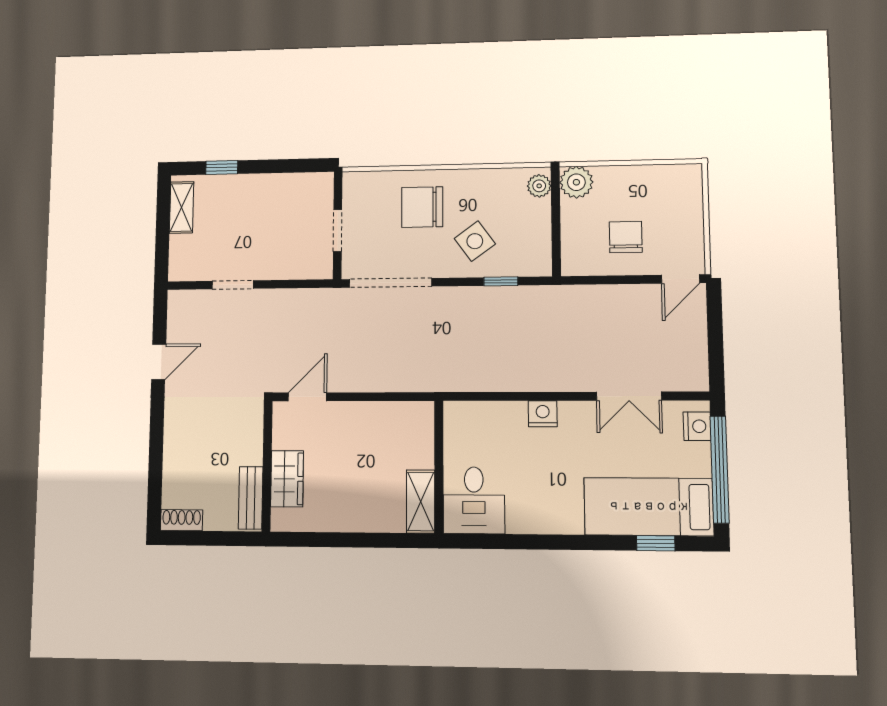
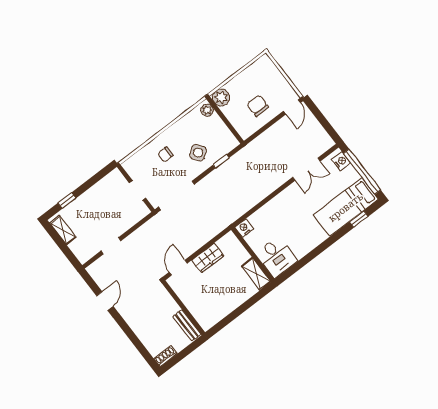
chair: (422, 207) -> (165, 154), width x0.54, depth x0.54
nightstand: (543, 414) -> (244, 228), moved
wardrobe: (287, 479) -> (208, 258), moved, turned 90

